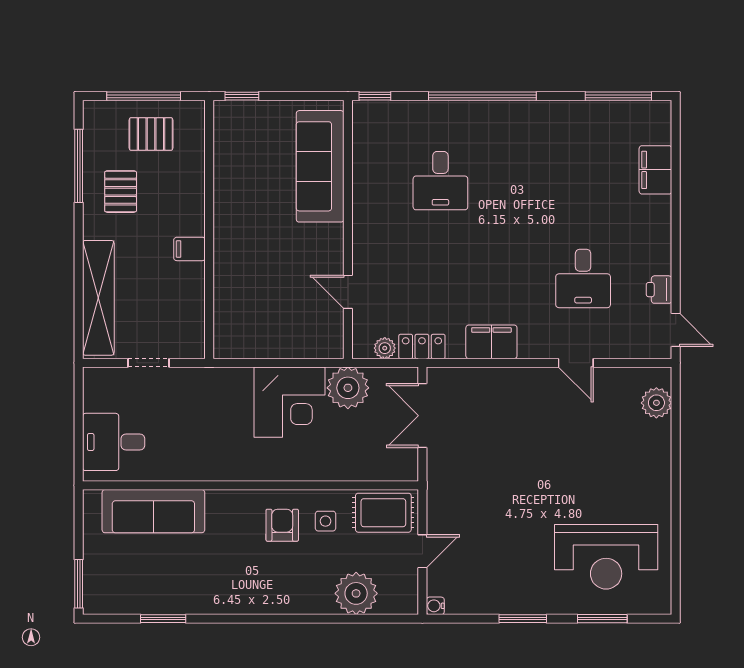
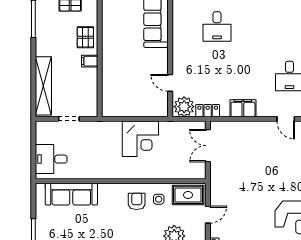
pallet: (121, 192) -> (85, 37), moved
plant: (385, 348) -> (184, 107), width x1.88, depth x1.88
plant: (348, 388) -> (170, 132), removed

